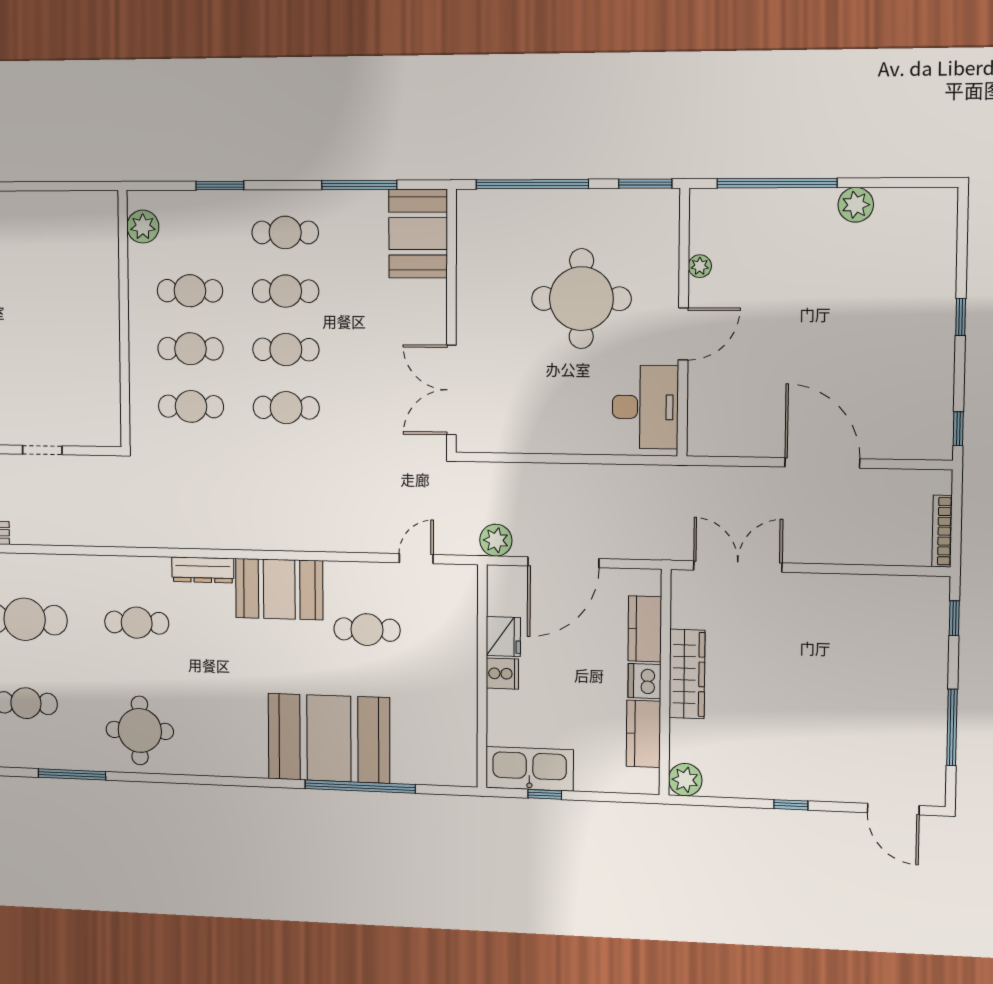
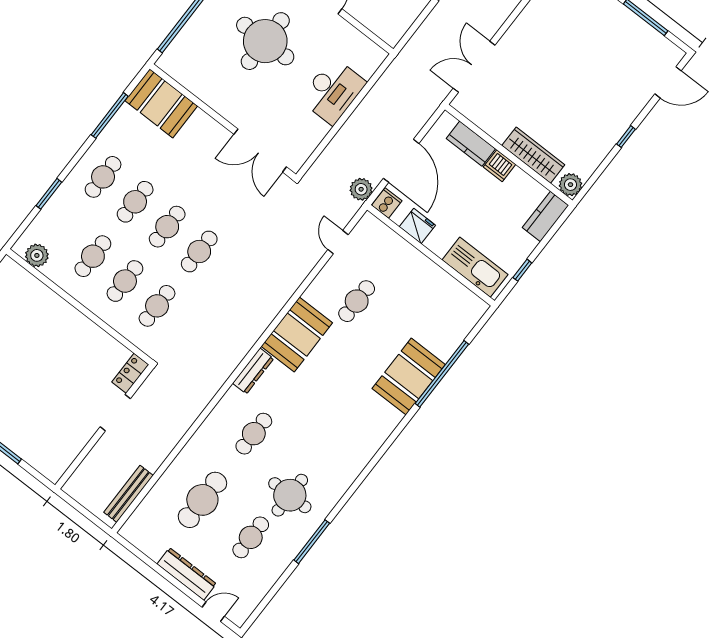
desk: (645, 407) -> (333, 91), moved, turned 90
locker: (96, 434) -> (130, 373), added
doorway: (42, 450) -> (115, 413), width x1.38
cooker: (502, 674) -> (387, 203), moved
wardrobe: (687, 674) -> (533, 155), moved
round table: (140, 730) -> (290, 495), moved
kitchen counter: (643, 734) -> (545, 217), moved, turned 90
booth: (329, 738) -> (409, 377), width x0.73, depth x0.70
kitchen sink: (530, 769) -> (475, 267), moved, turned 90

